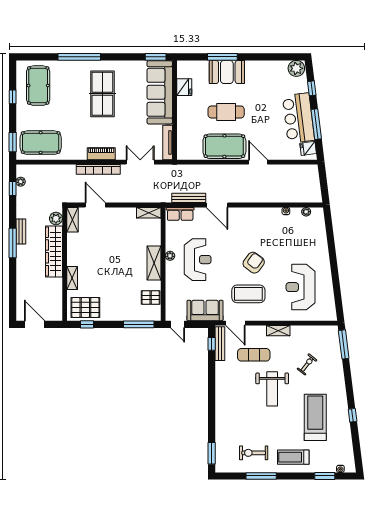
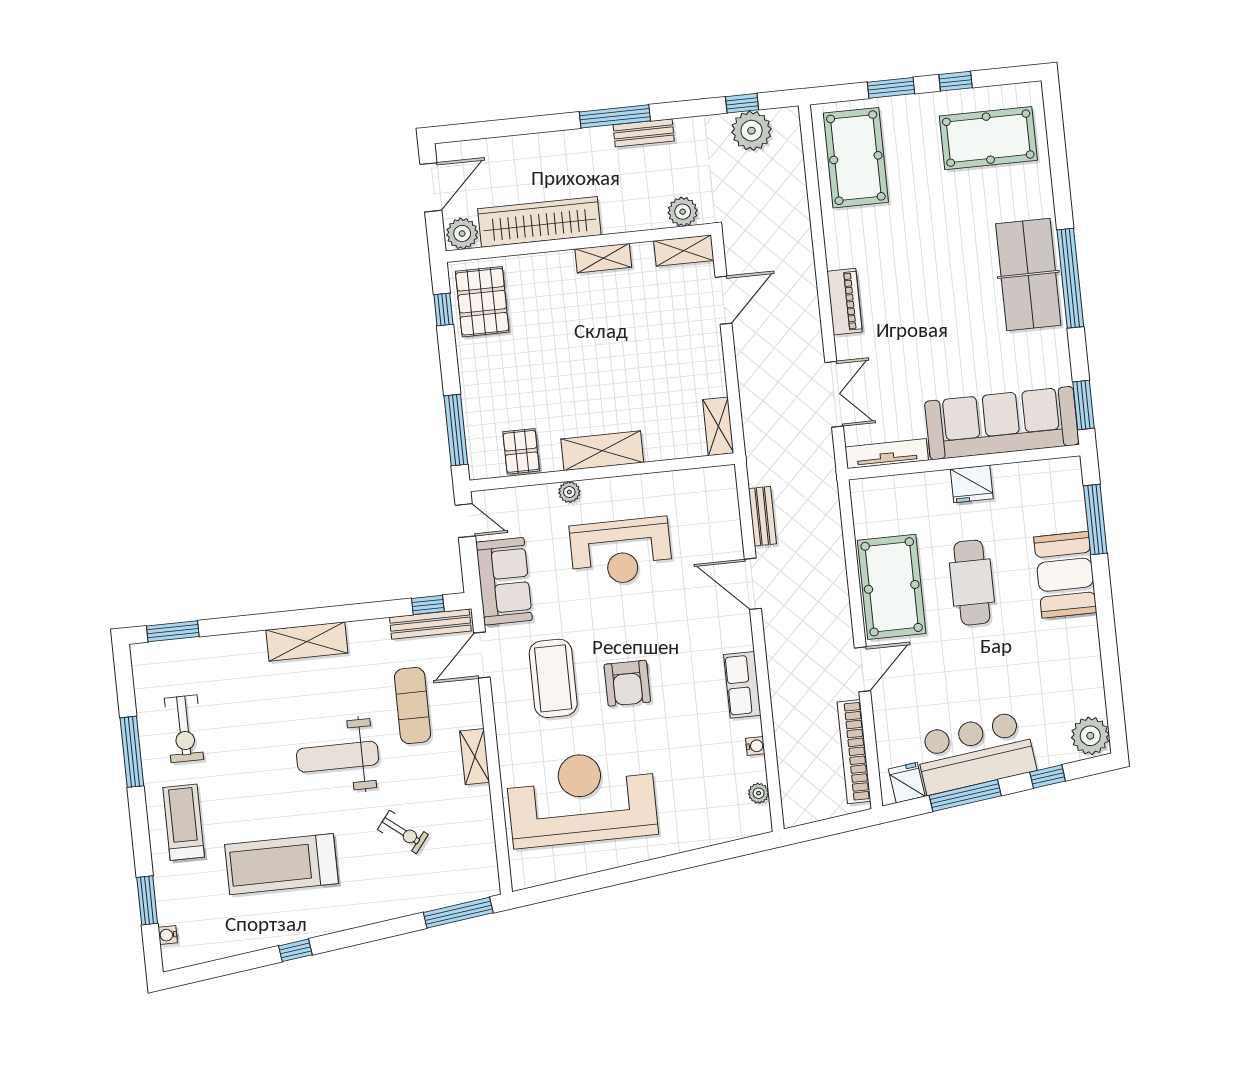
window: (79, 57) -> (1070, 278), moved
window: (222, 57) -> (1095, 520), moved
fridge: (184, 87) -> (972, 484), moved
table tennis table: (102, 94) -> (1028, 274), moved, turned 90
window: (13, 142) -> (891, 88), moved
bookcase: (98, 169) -> (854, 752), moved
plant: (21, 182) -> (751, 131), width x1.87, depth x1.87
bench: (189, 198) -> (762, 516), width x0.73
door: (217, 205) -> (753, 584), hinge flipped
row of seats: (180, 214) -> (742, 685), moved
wardrobe: (54, 251) -> (539, 222), moved
plant: (170, 256) -> (569, 492), moved
armchair: (254, 263) -> (627, 683), turned 53
shelving: (72, 278) -> (603, 258), moved
reception desk: (301, 287) -> (582, 798), width x1.36, depth x1.30
plant: (56, 313) -> (462, 234), added
door: (178, 324) -> (465, 521), swing flipped
shelving: (222, 397) -> (307, 642), added
treadmill: (315, 417) -> (281, 864), turned 180
exercise bike: (254, 453) -> (184, 729), turned 180

